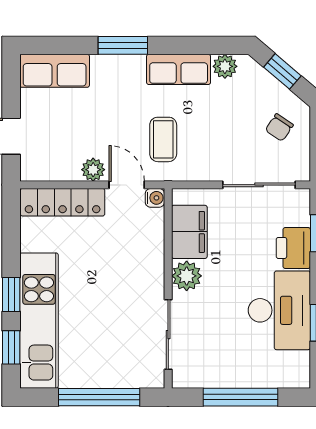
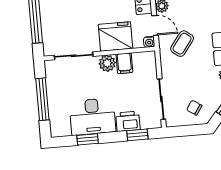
coffee table: (163, 139) -> (182, 44), turned -53
door: (127, 185) -> (155, 25), hinge flipped
filing cabinet: (189, 232) -> (124, 63), width x0.50
fridge: (140, 257) -> (116, 36), added

